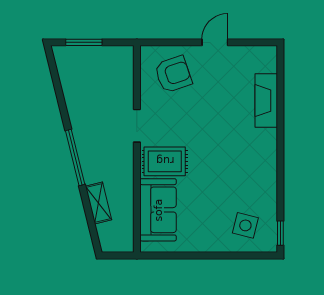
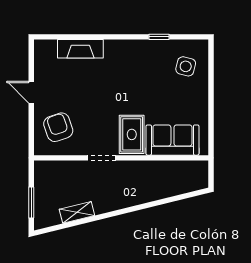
window: (75, 157) -> (128, 210), removed
shelving: (98, 203) -> (77, 212), moved
window: (280, 233) -> (159, 37), moved

